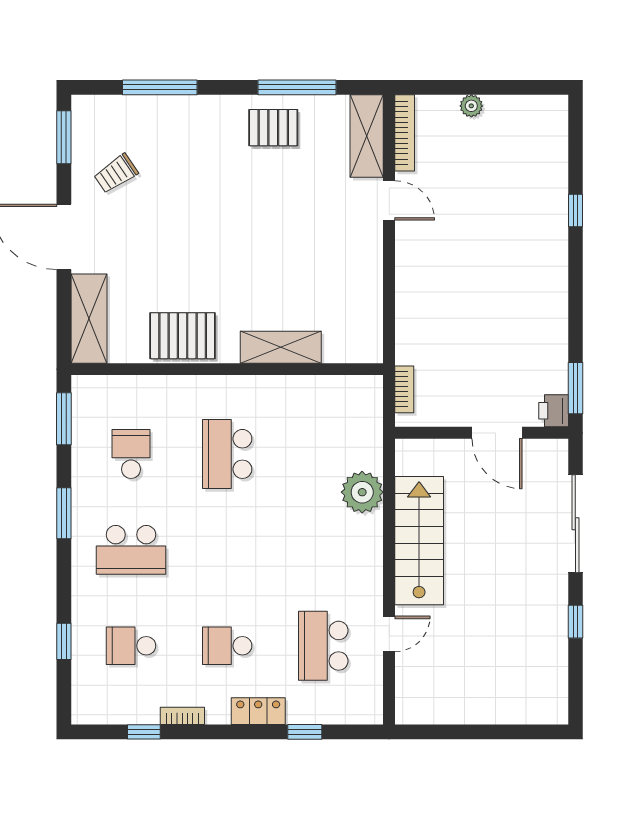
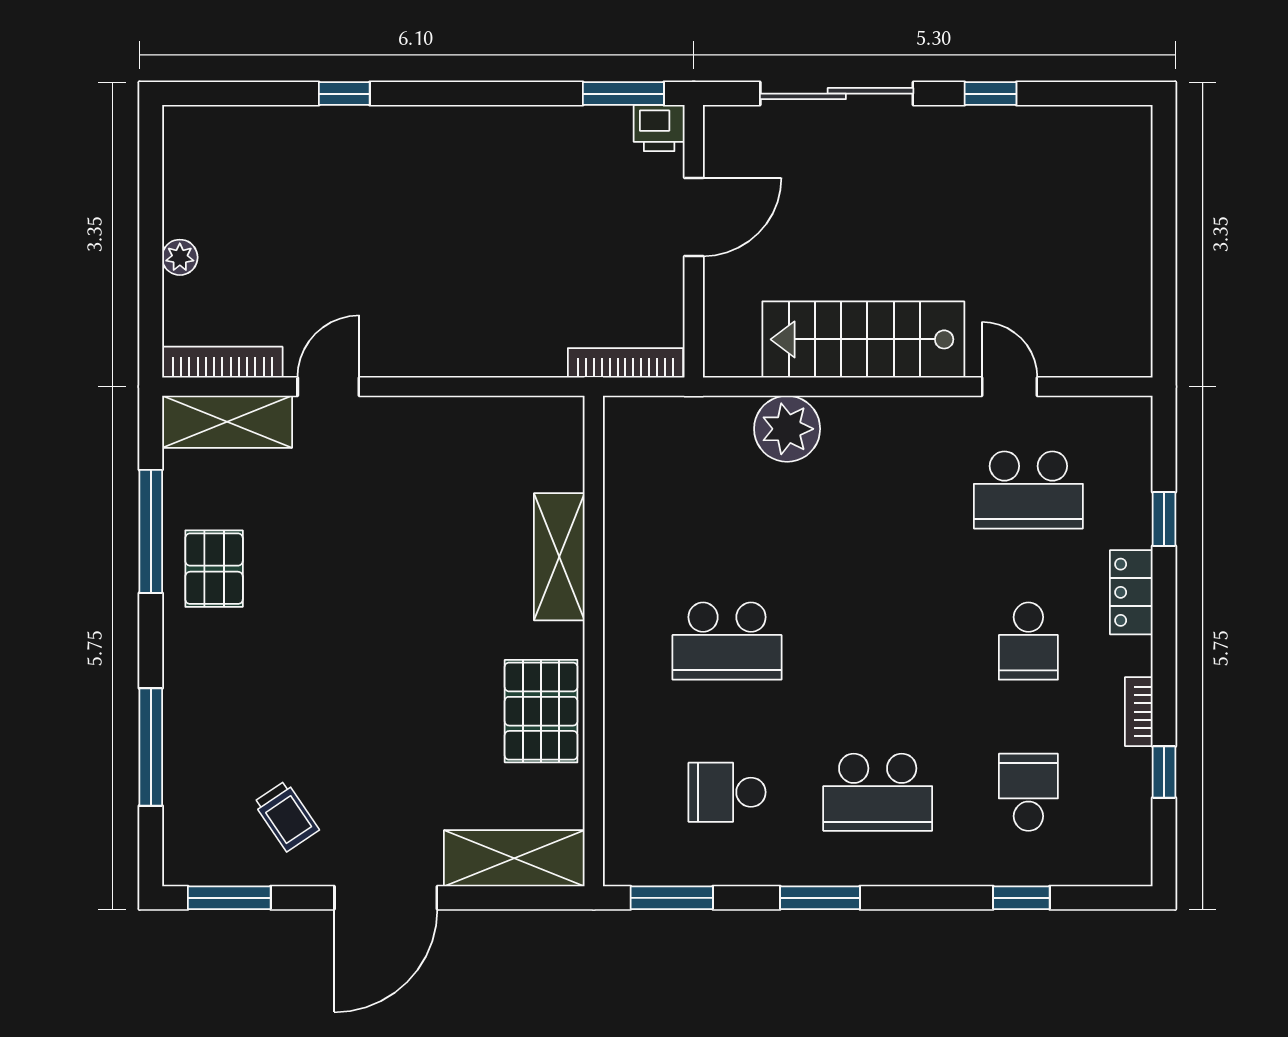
bookcase: (404, 389) -> (625, 363), width x1.56
school desk: (131, 550) -> (878, 792), turned 90
school desk: (131, 646) -> (1028, 792), turned 180

